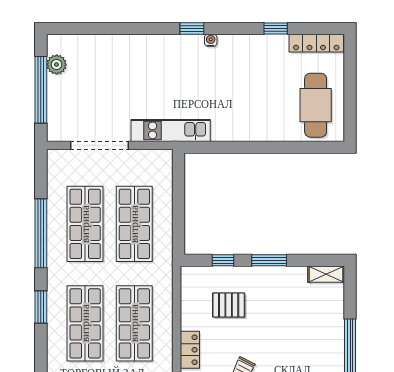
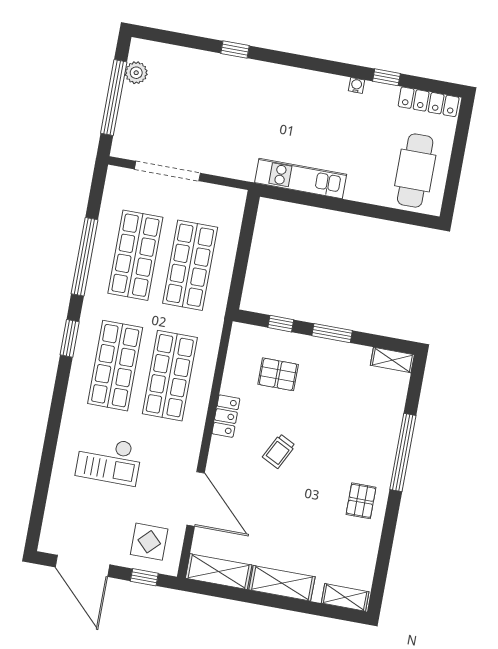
window: (192, 28) -> (235, 50), moved
water cooler: (211, 40) -> (356, 85), moved
kitchen unit: (171, 130) -> (301, 178), moved

